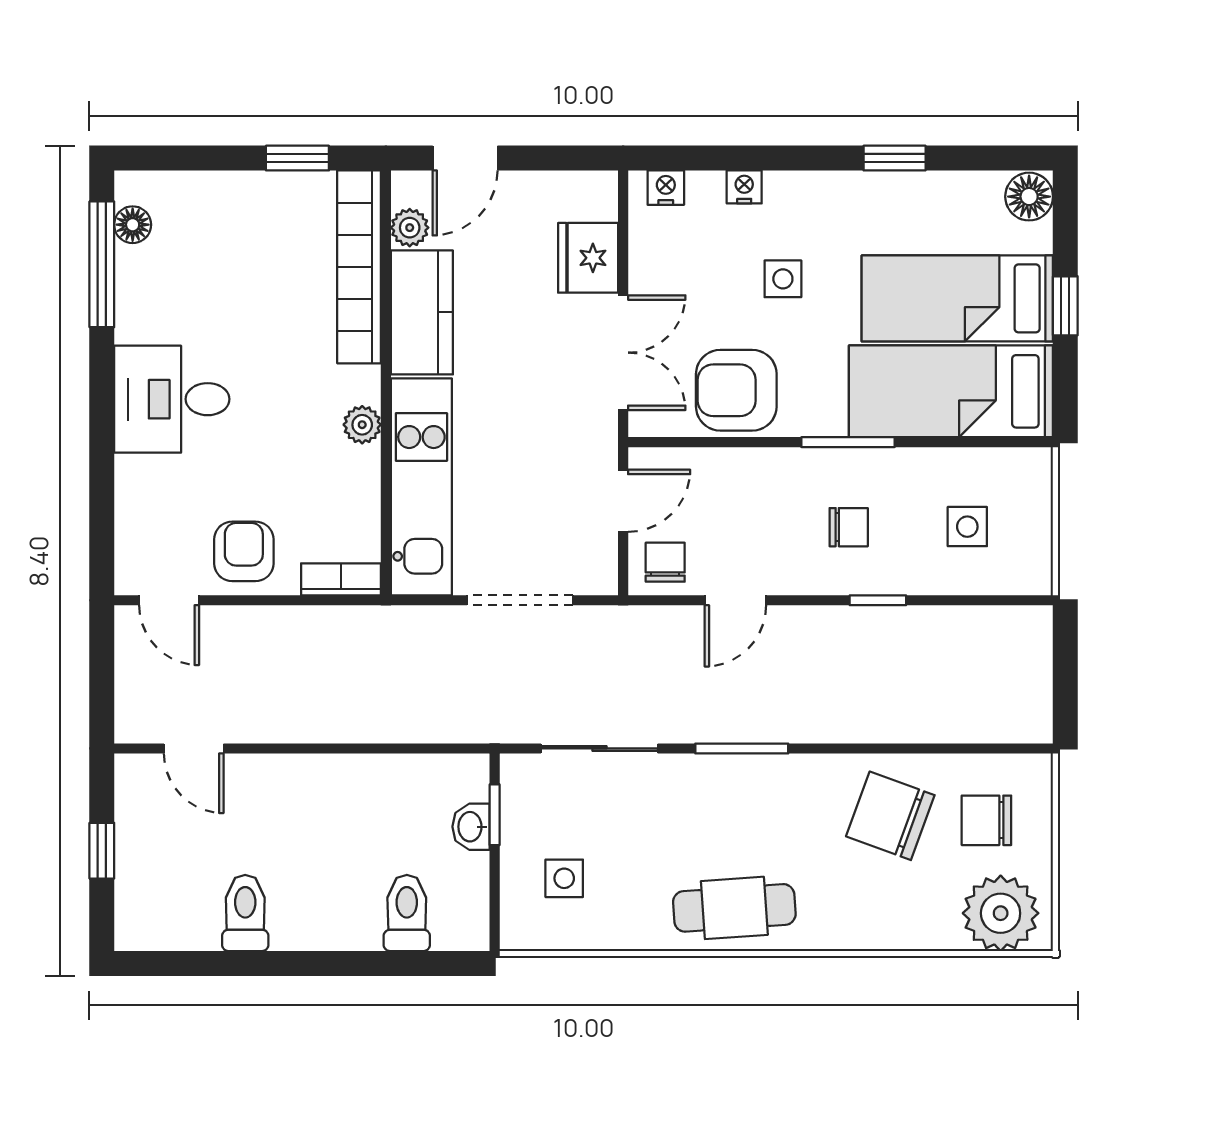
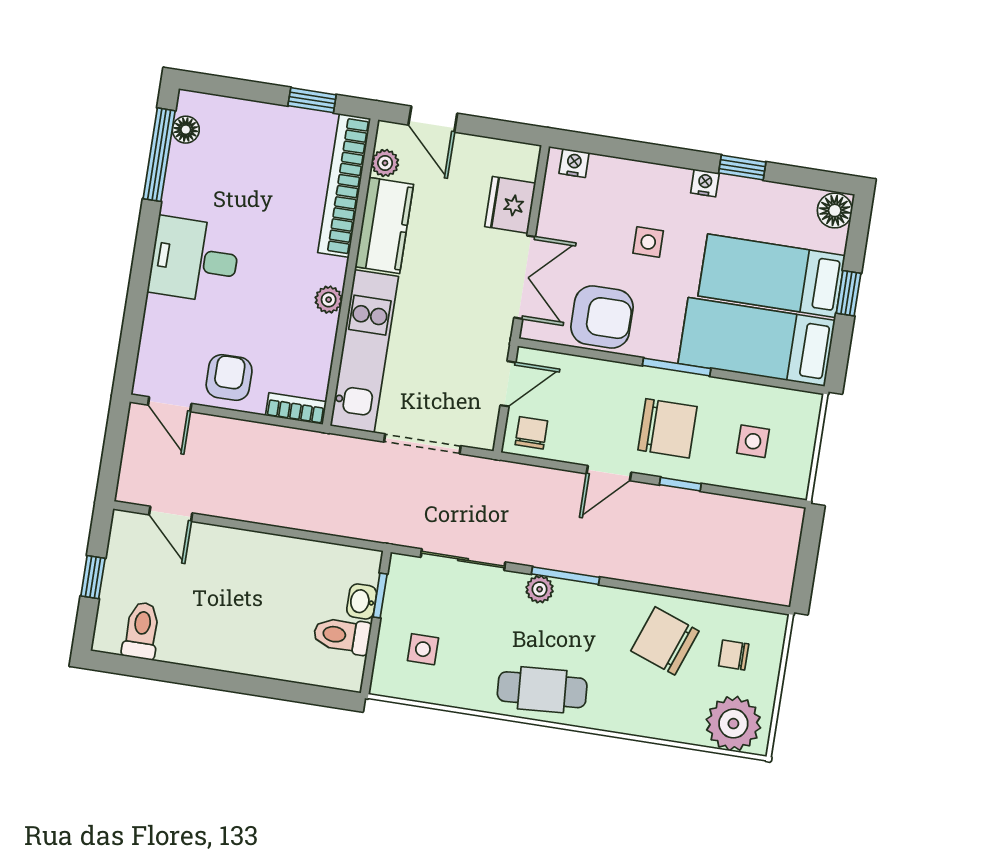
door: (465, 158) -> (433, 119), hinge flipped
nightstand: (744, 187) -> (705, 183), moved
armchair: (736, 390) -> (602, 317), turned 180
chair: (849, 527) -> (668, 428), width x1.87, depth x1.87
door: (735, 600) -> (609, 473), moved
plant: (709, 772) -> (540, 589), added
chair: (986, 820) -> (734, 655), width x0.73, depth x0.73
toilet: (245, 913) -> (141, 631), moved
toilet: (407, 913) -> (342, 635), moved, turned -90

